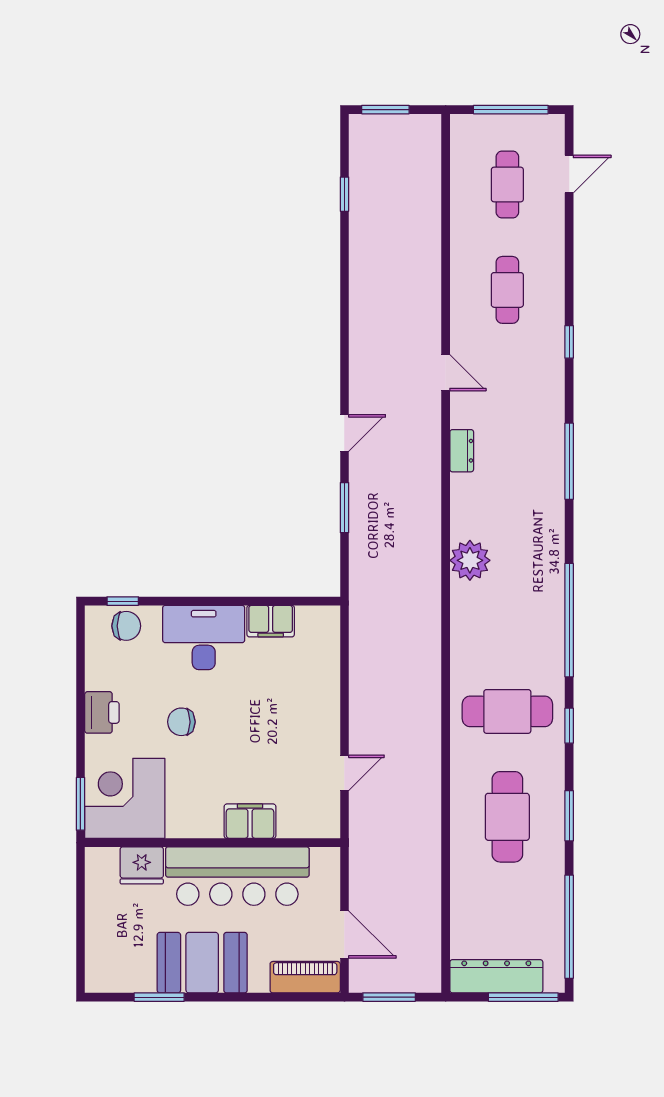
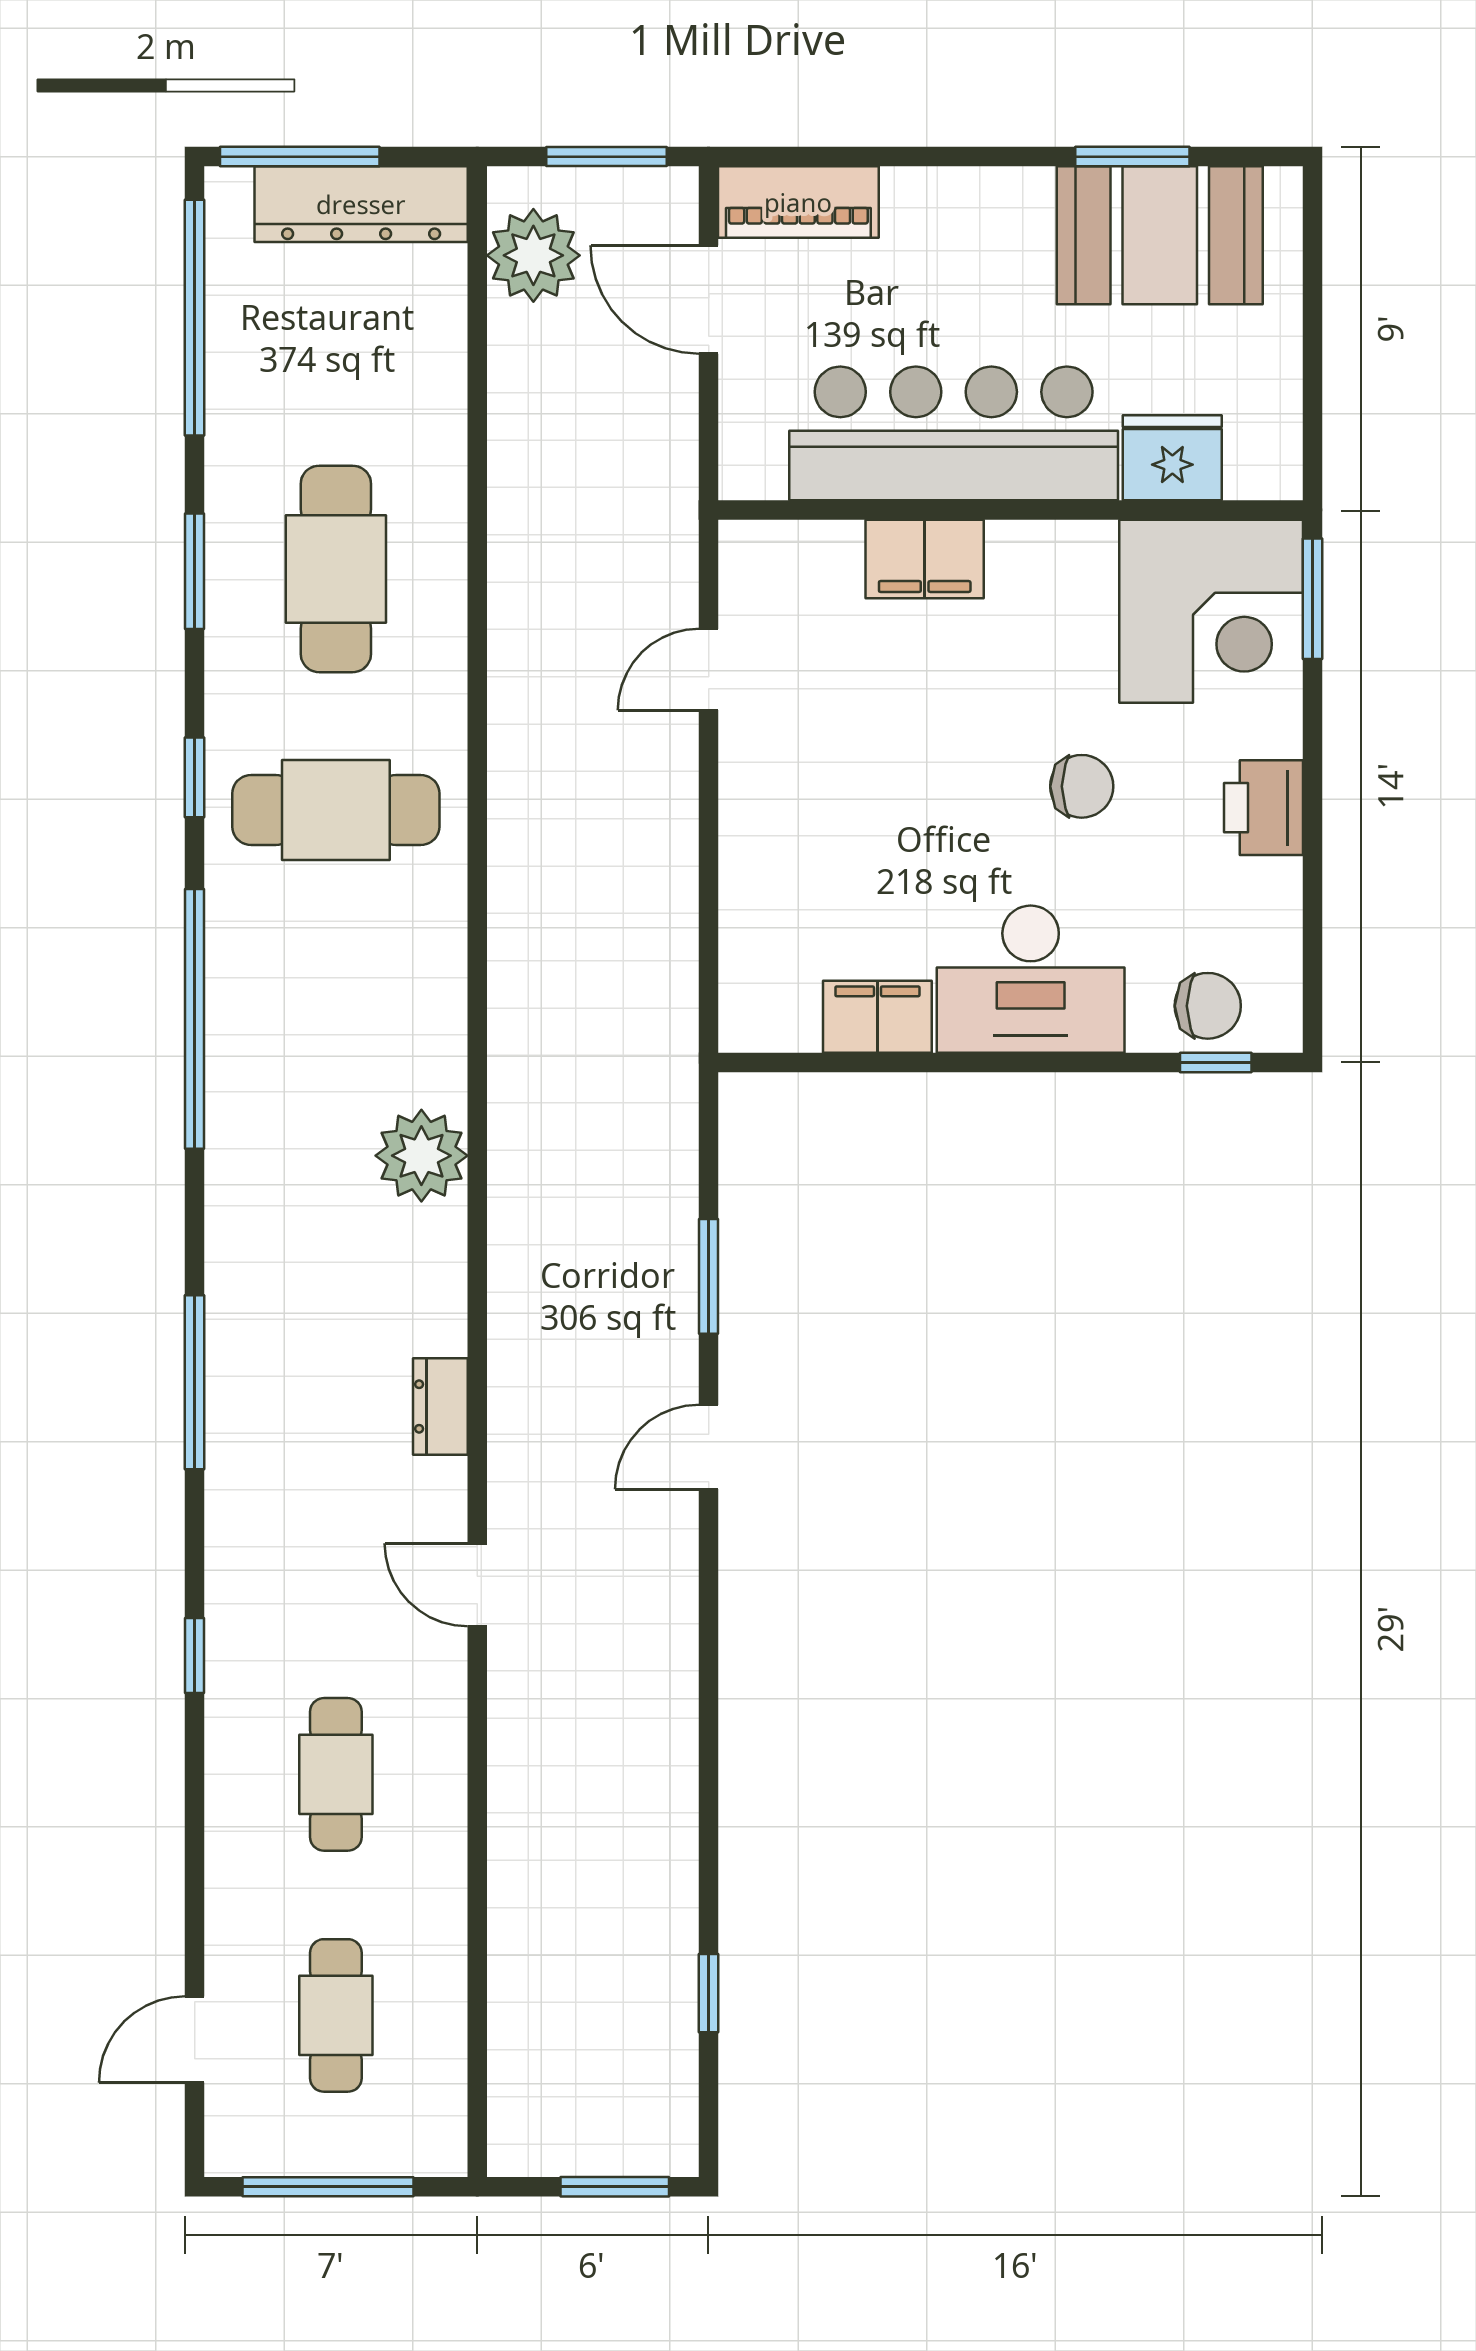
chair: (126, 626) -> (1208, 1006), turned 180
plant: (421, 954) -> (533, 255), added
booth: (202, 963) -> (1160, 235), moved

